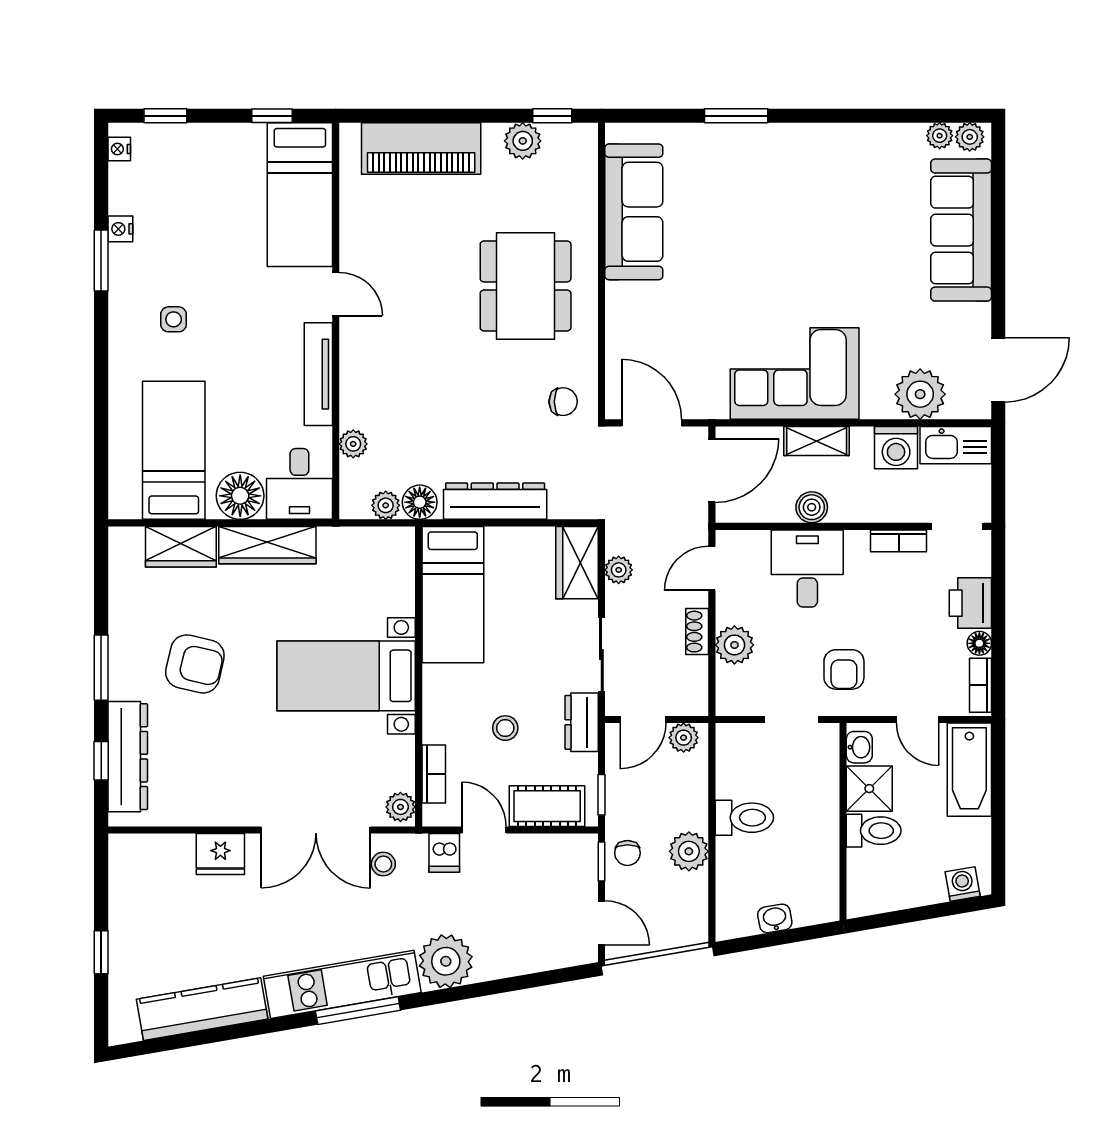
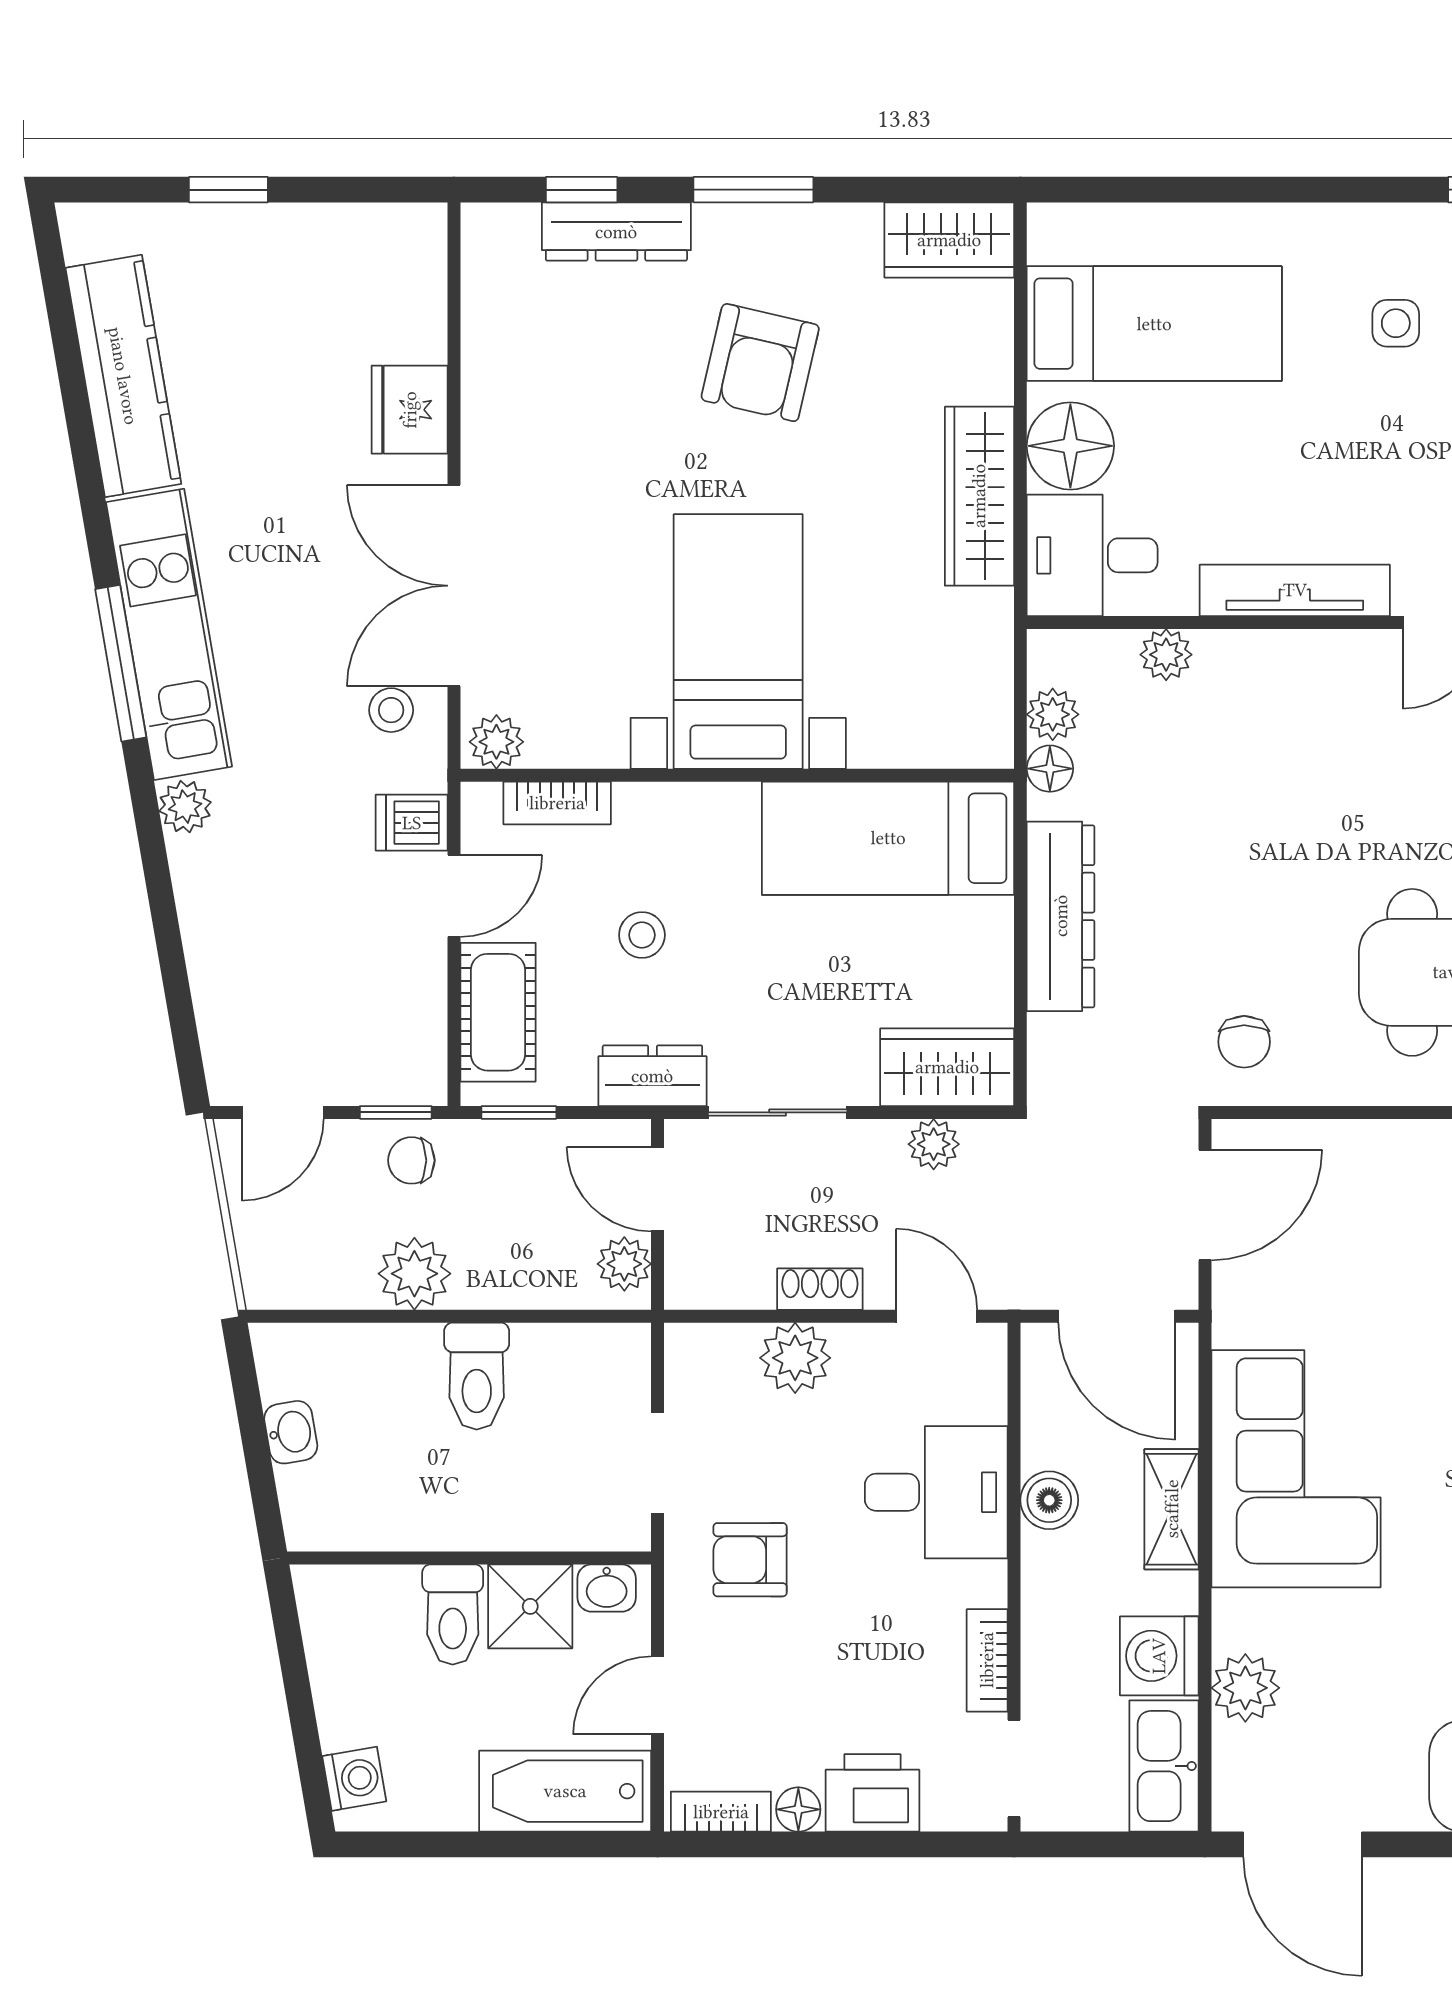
plant: (920, 394) -> (1245, 1688), width x0.73, depth x0.73
floor lamp: (420, 502) -> (1050, 769), width x0.73, depth x0.73
wardrobe: (181, 547) -> (949, 240), moved, turned -90
dresser: (128, 757) -> (616, 232), width x0.73, depth x0.80
plant: (446, 961) -> (185, 807), width x0.53, depth x0.53

